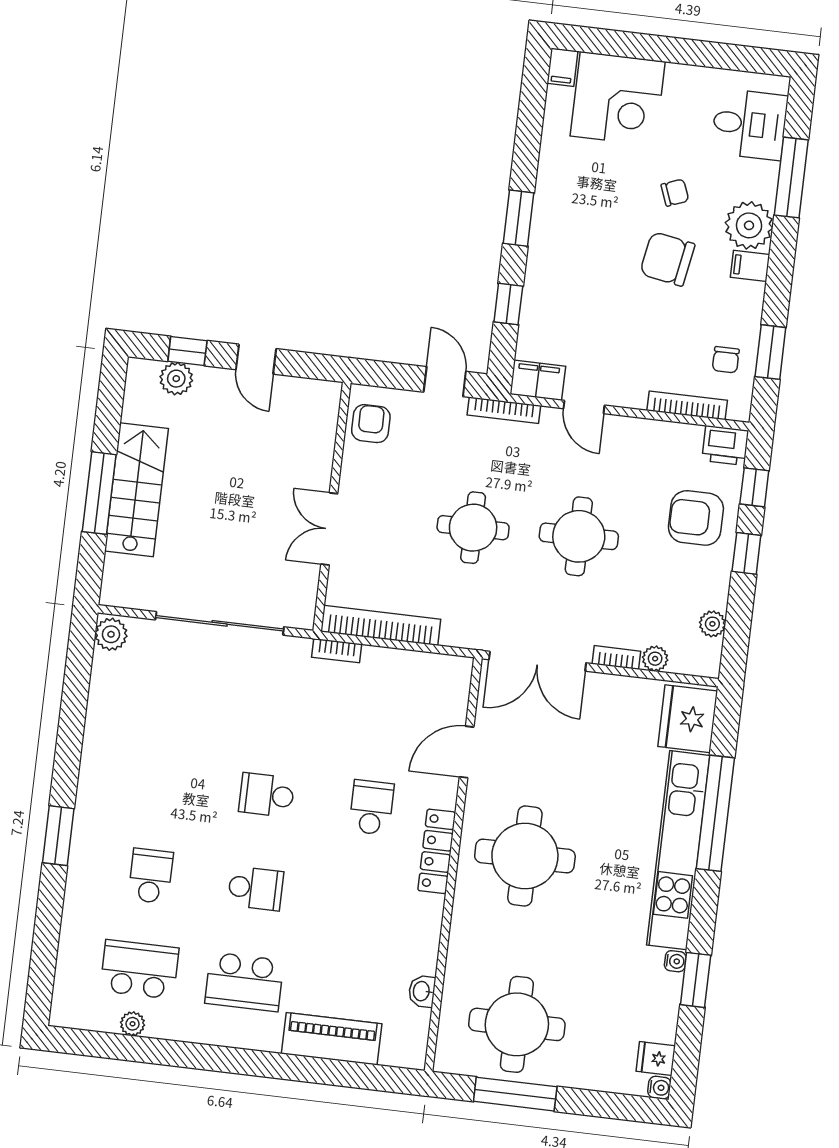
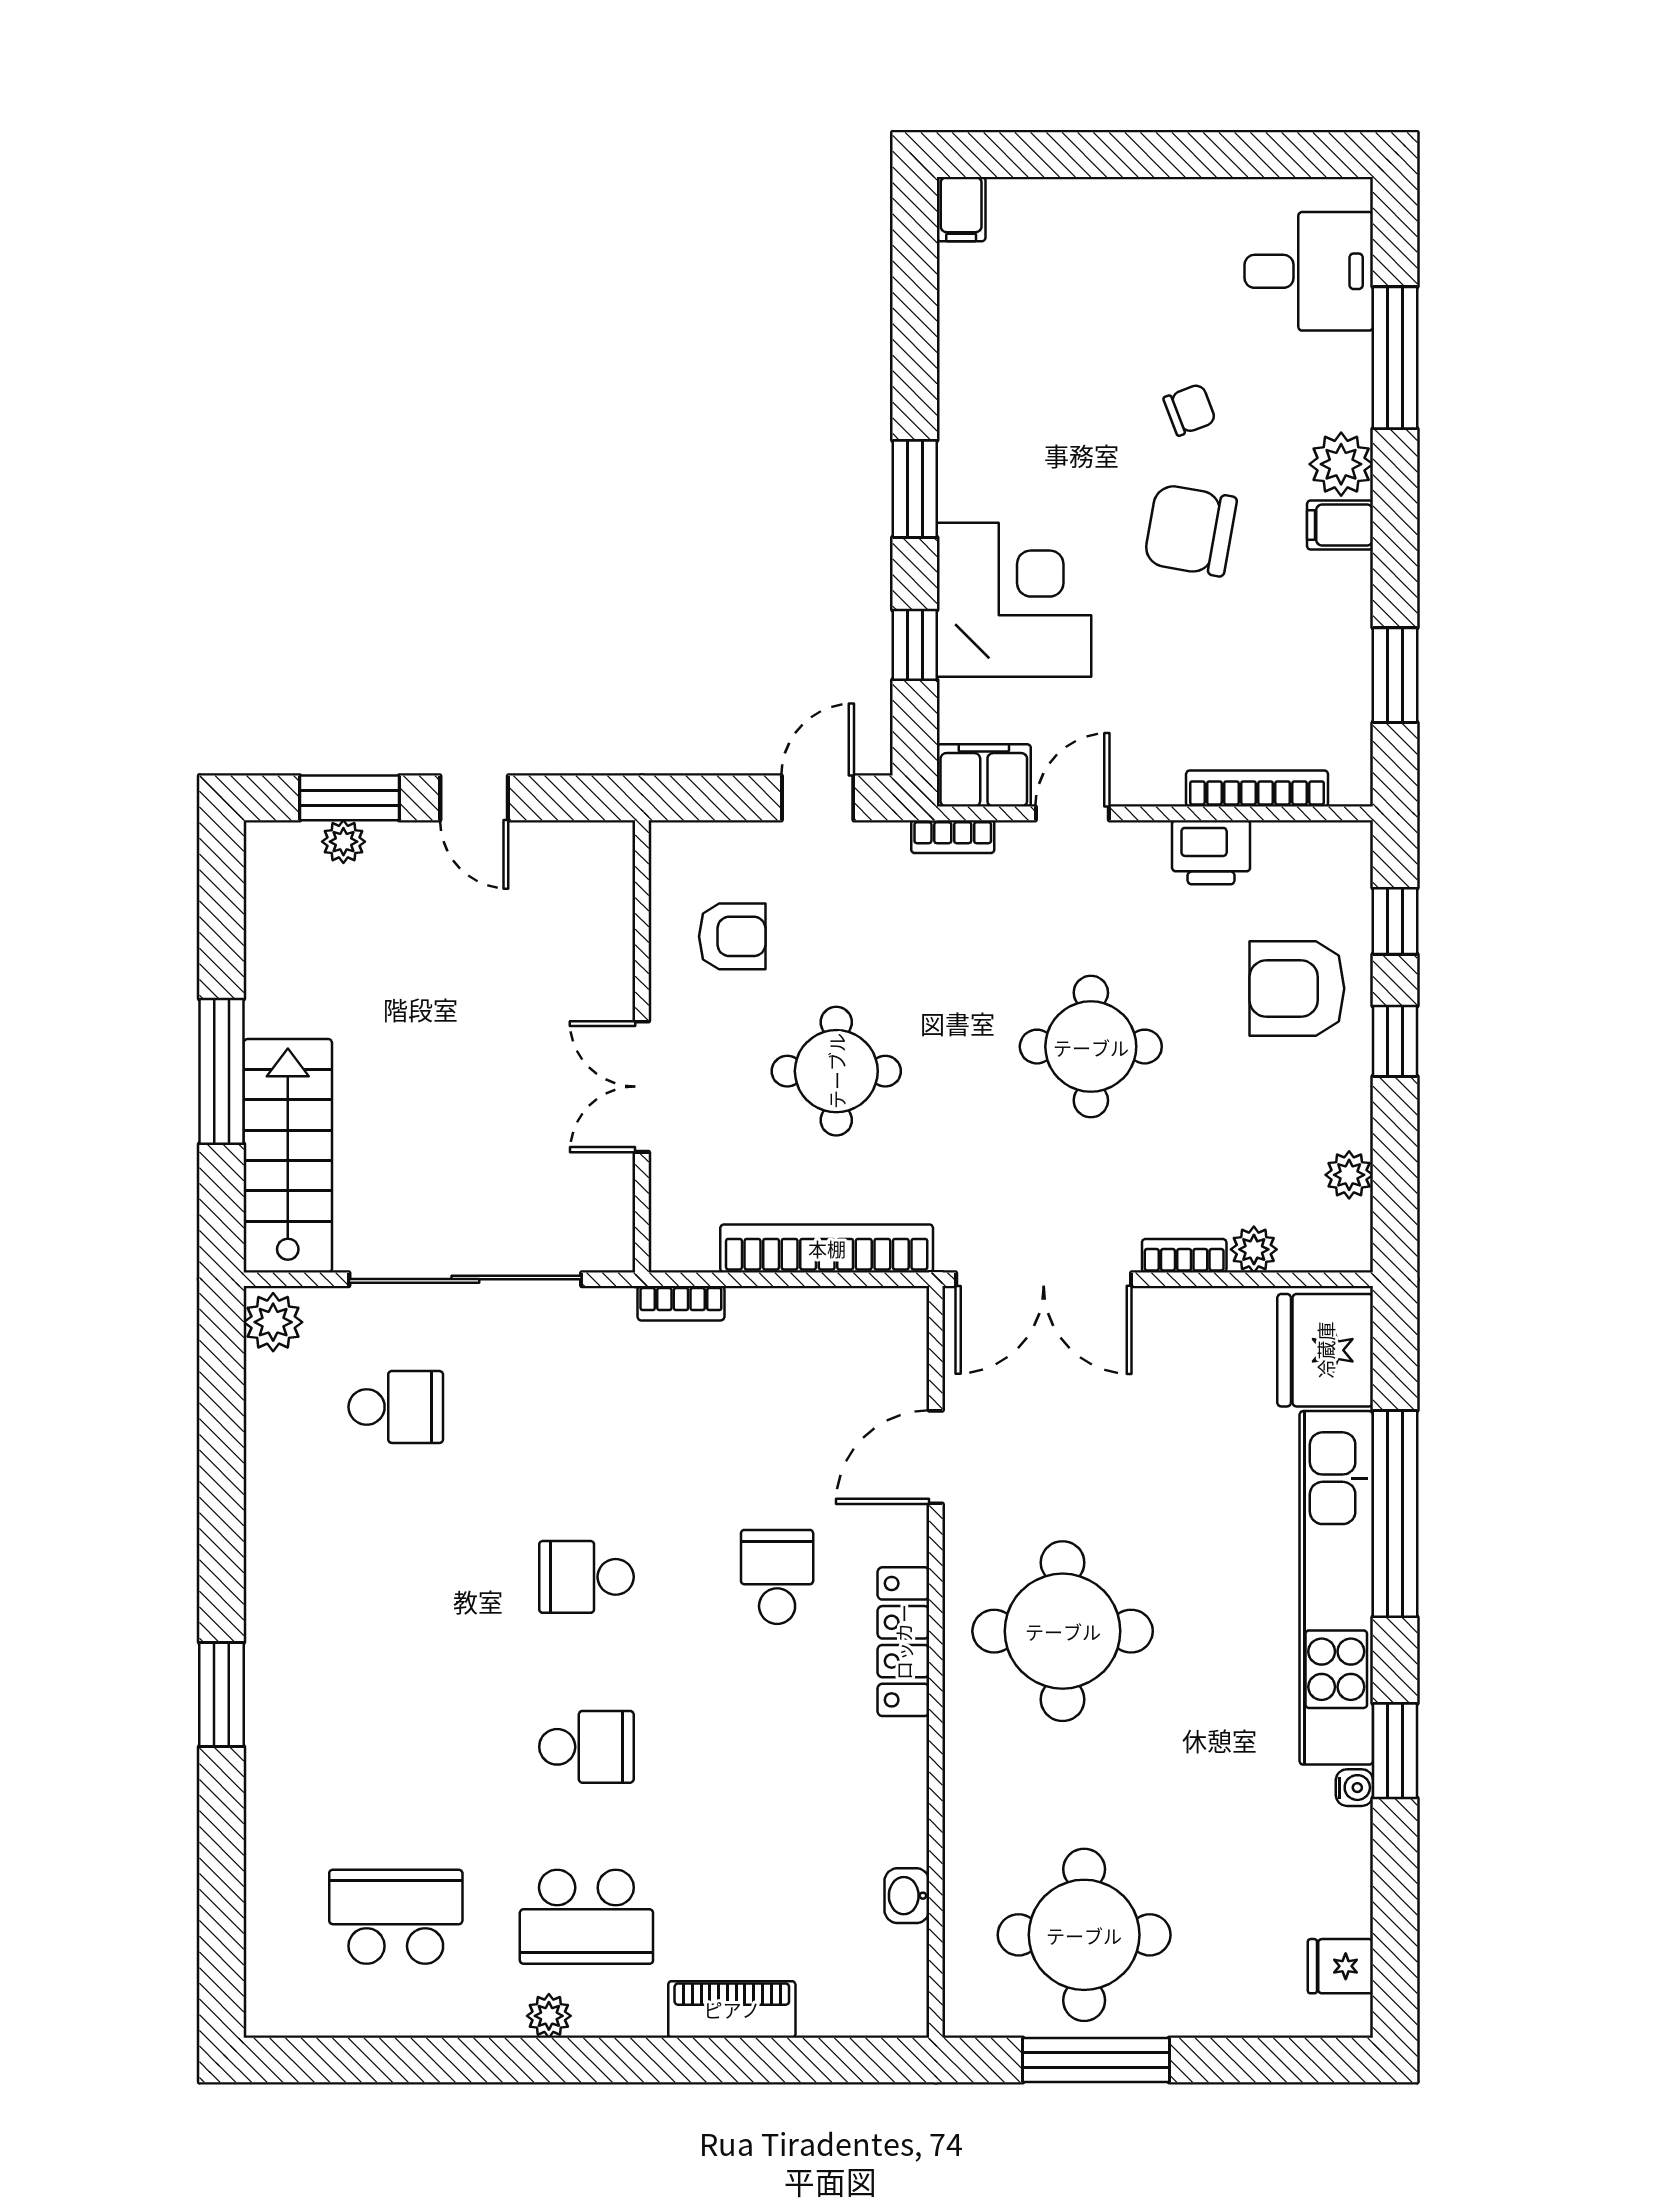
corner desk: (618, 99) -> (1014, 600), moved, turned -90
plant: (749, 225) -> (1341, 464), width x0.73, depth x0.73
window: (187, 351) -> (350, 798), width x1.50
chair: (726, 360) -> (1316, 699), removed
plant: (176, 379) -> (343, 842), width x0.73, depth x0.73
door: (445, 382) -> (818, 798), hinge flipped
door: (584, 407) -> (1072, 813), swing flipped
bookcase: (504, 410) -> (953, 837), width x0.64
armchair: (371, 424) -> (732, 936), moved, turned 90
printer: (725, 445) -> (1211, 852), moved
stairs: (136, 490) -> (288, 1156), moved
round table: (473, 528) -> (836, 1071), moved
bookcase: (381, 625) -> (827, 1248), moved
school desk: (151, 876) -> (396, 1407), moved, turned 90
window: (696, 980) -> (1395, 1751), moved
plant: (133, 1024) -> (549, 2016), moved
piano: (332, 1039) -> (732, 2009), width x0.73, depth x0.75
water cooler: (659, 1088) -> (1353, 2018), removed

